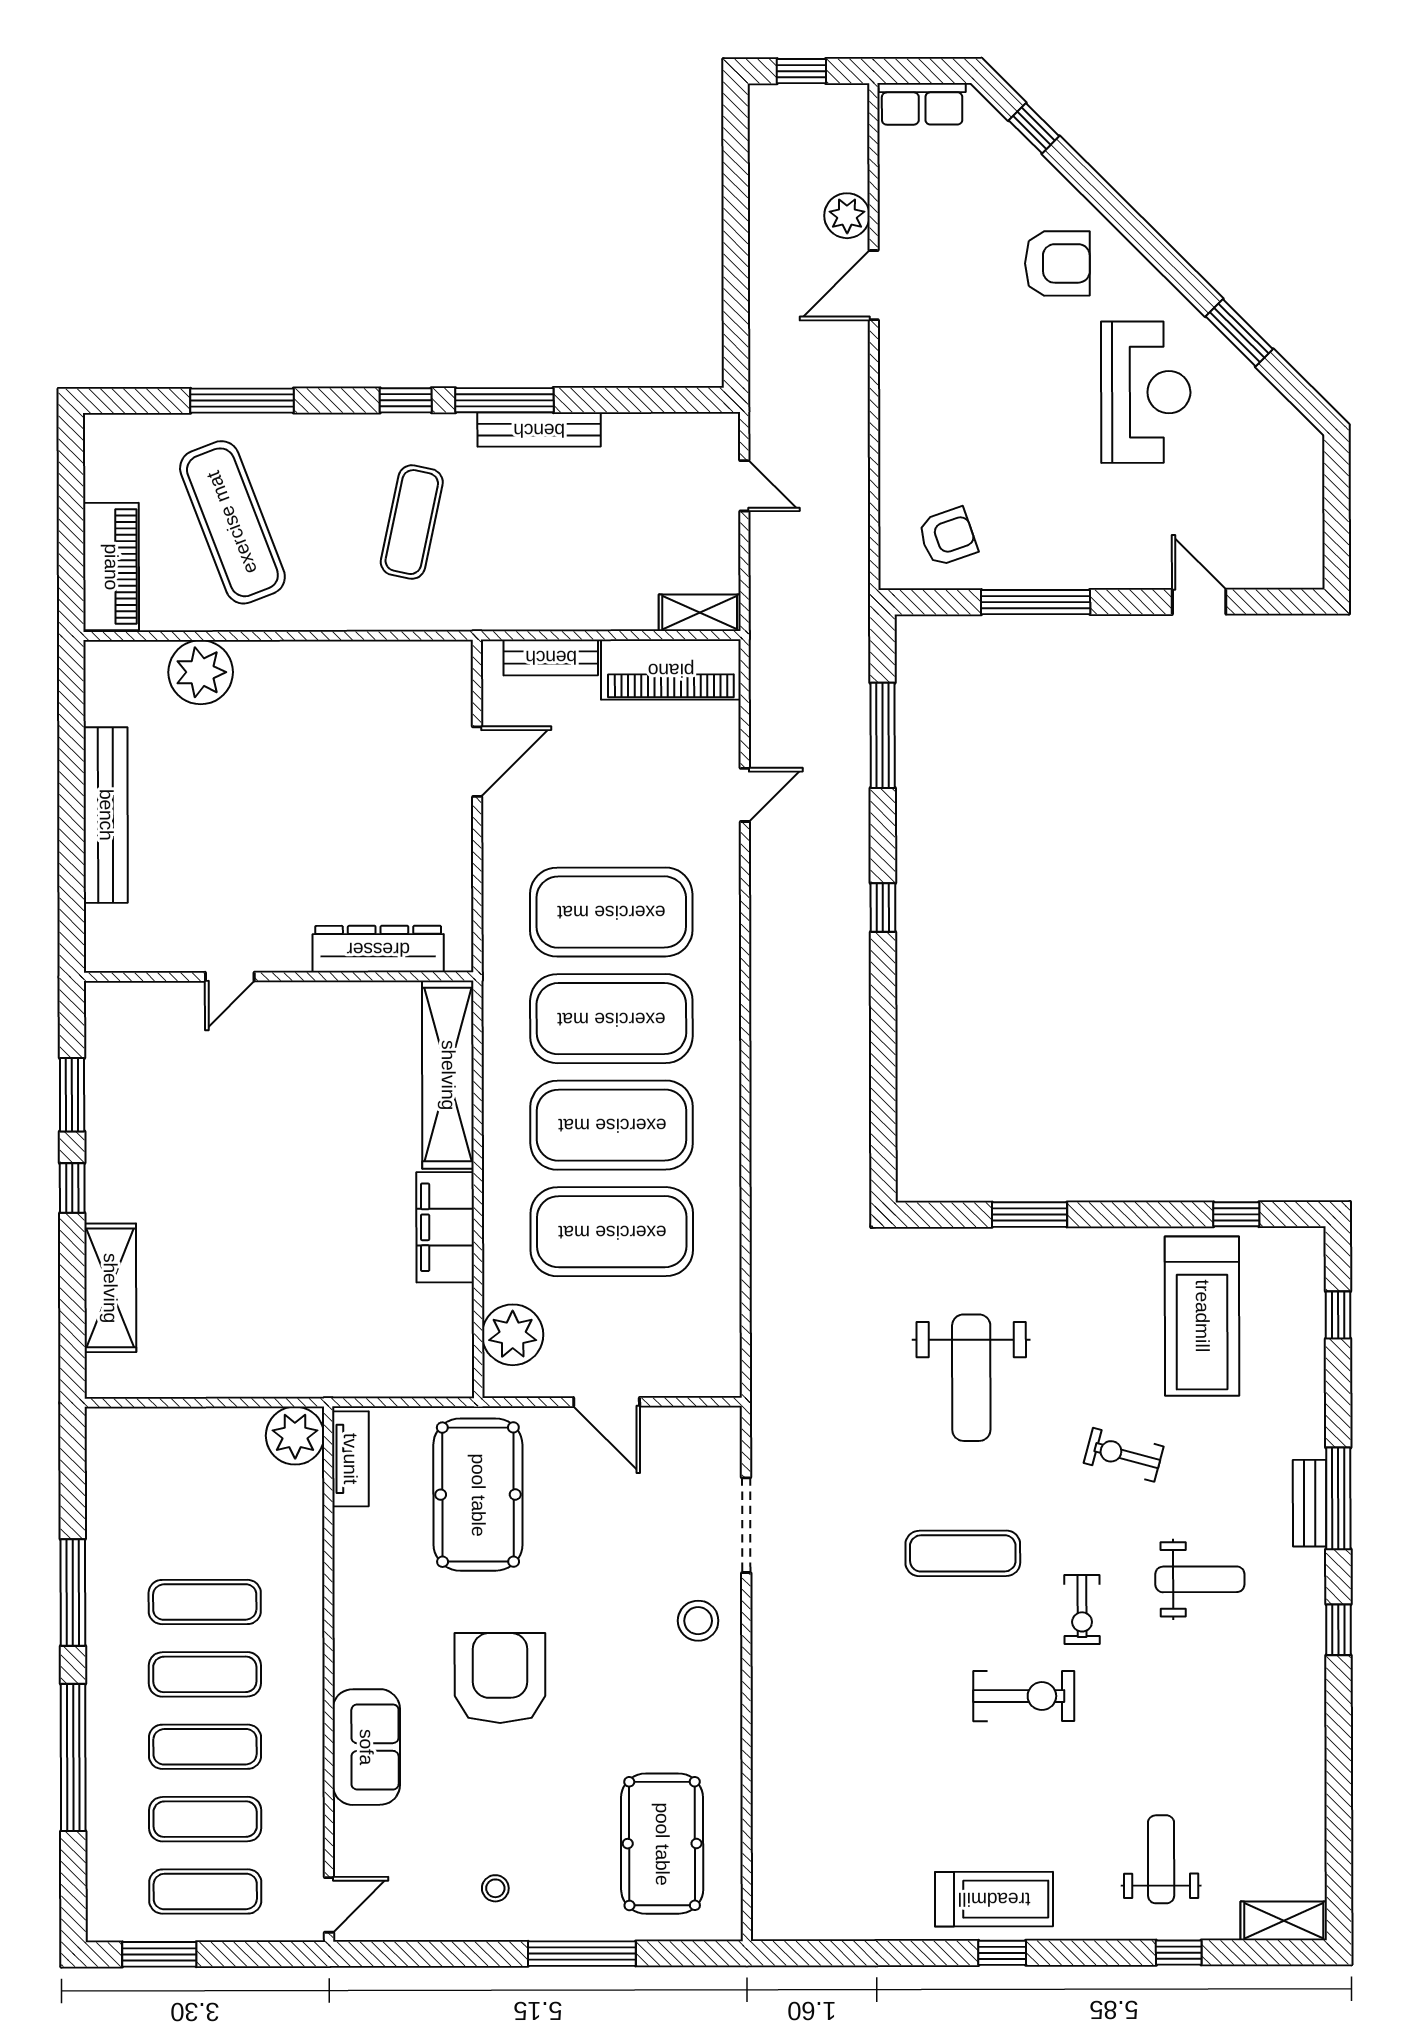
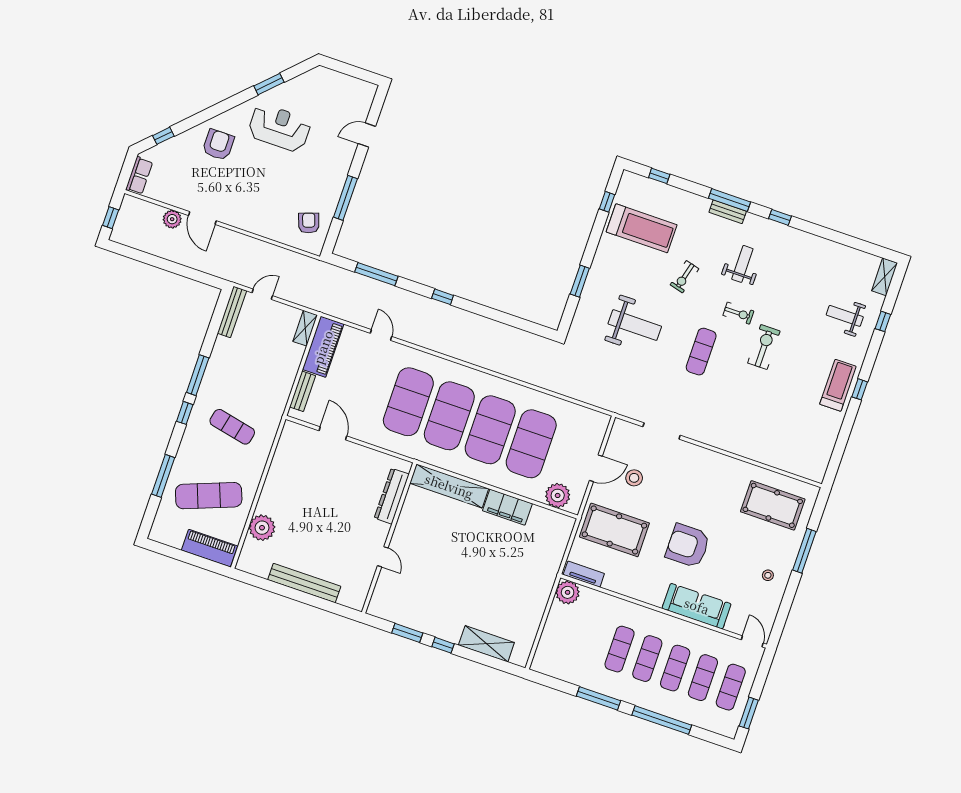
bench: (539, 430) -> (232, 312), moved
stool: (698, 1621) -> (634, 478), moved
sofa: (366, 1747) -> (697, 606), width x1.36

